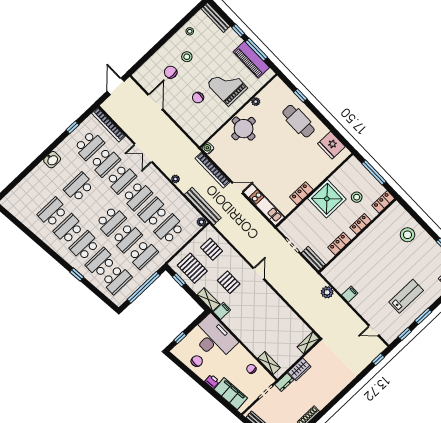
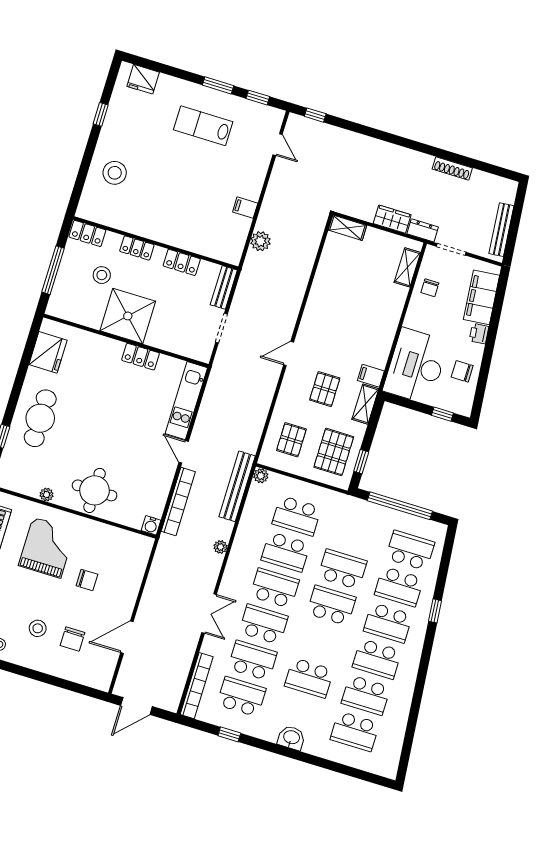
grand piano: (227, 86) -> (47, 548), turned 180
school desk: (143, 254) -> (355, 731), moved, turned 180

